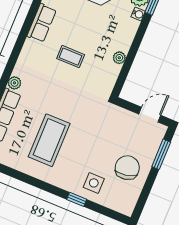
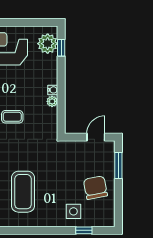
water cooler: (138, 14) -> (53, 90), moved
window: (77, 199) -> (84, 230), moved

